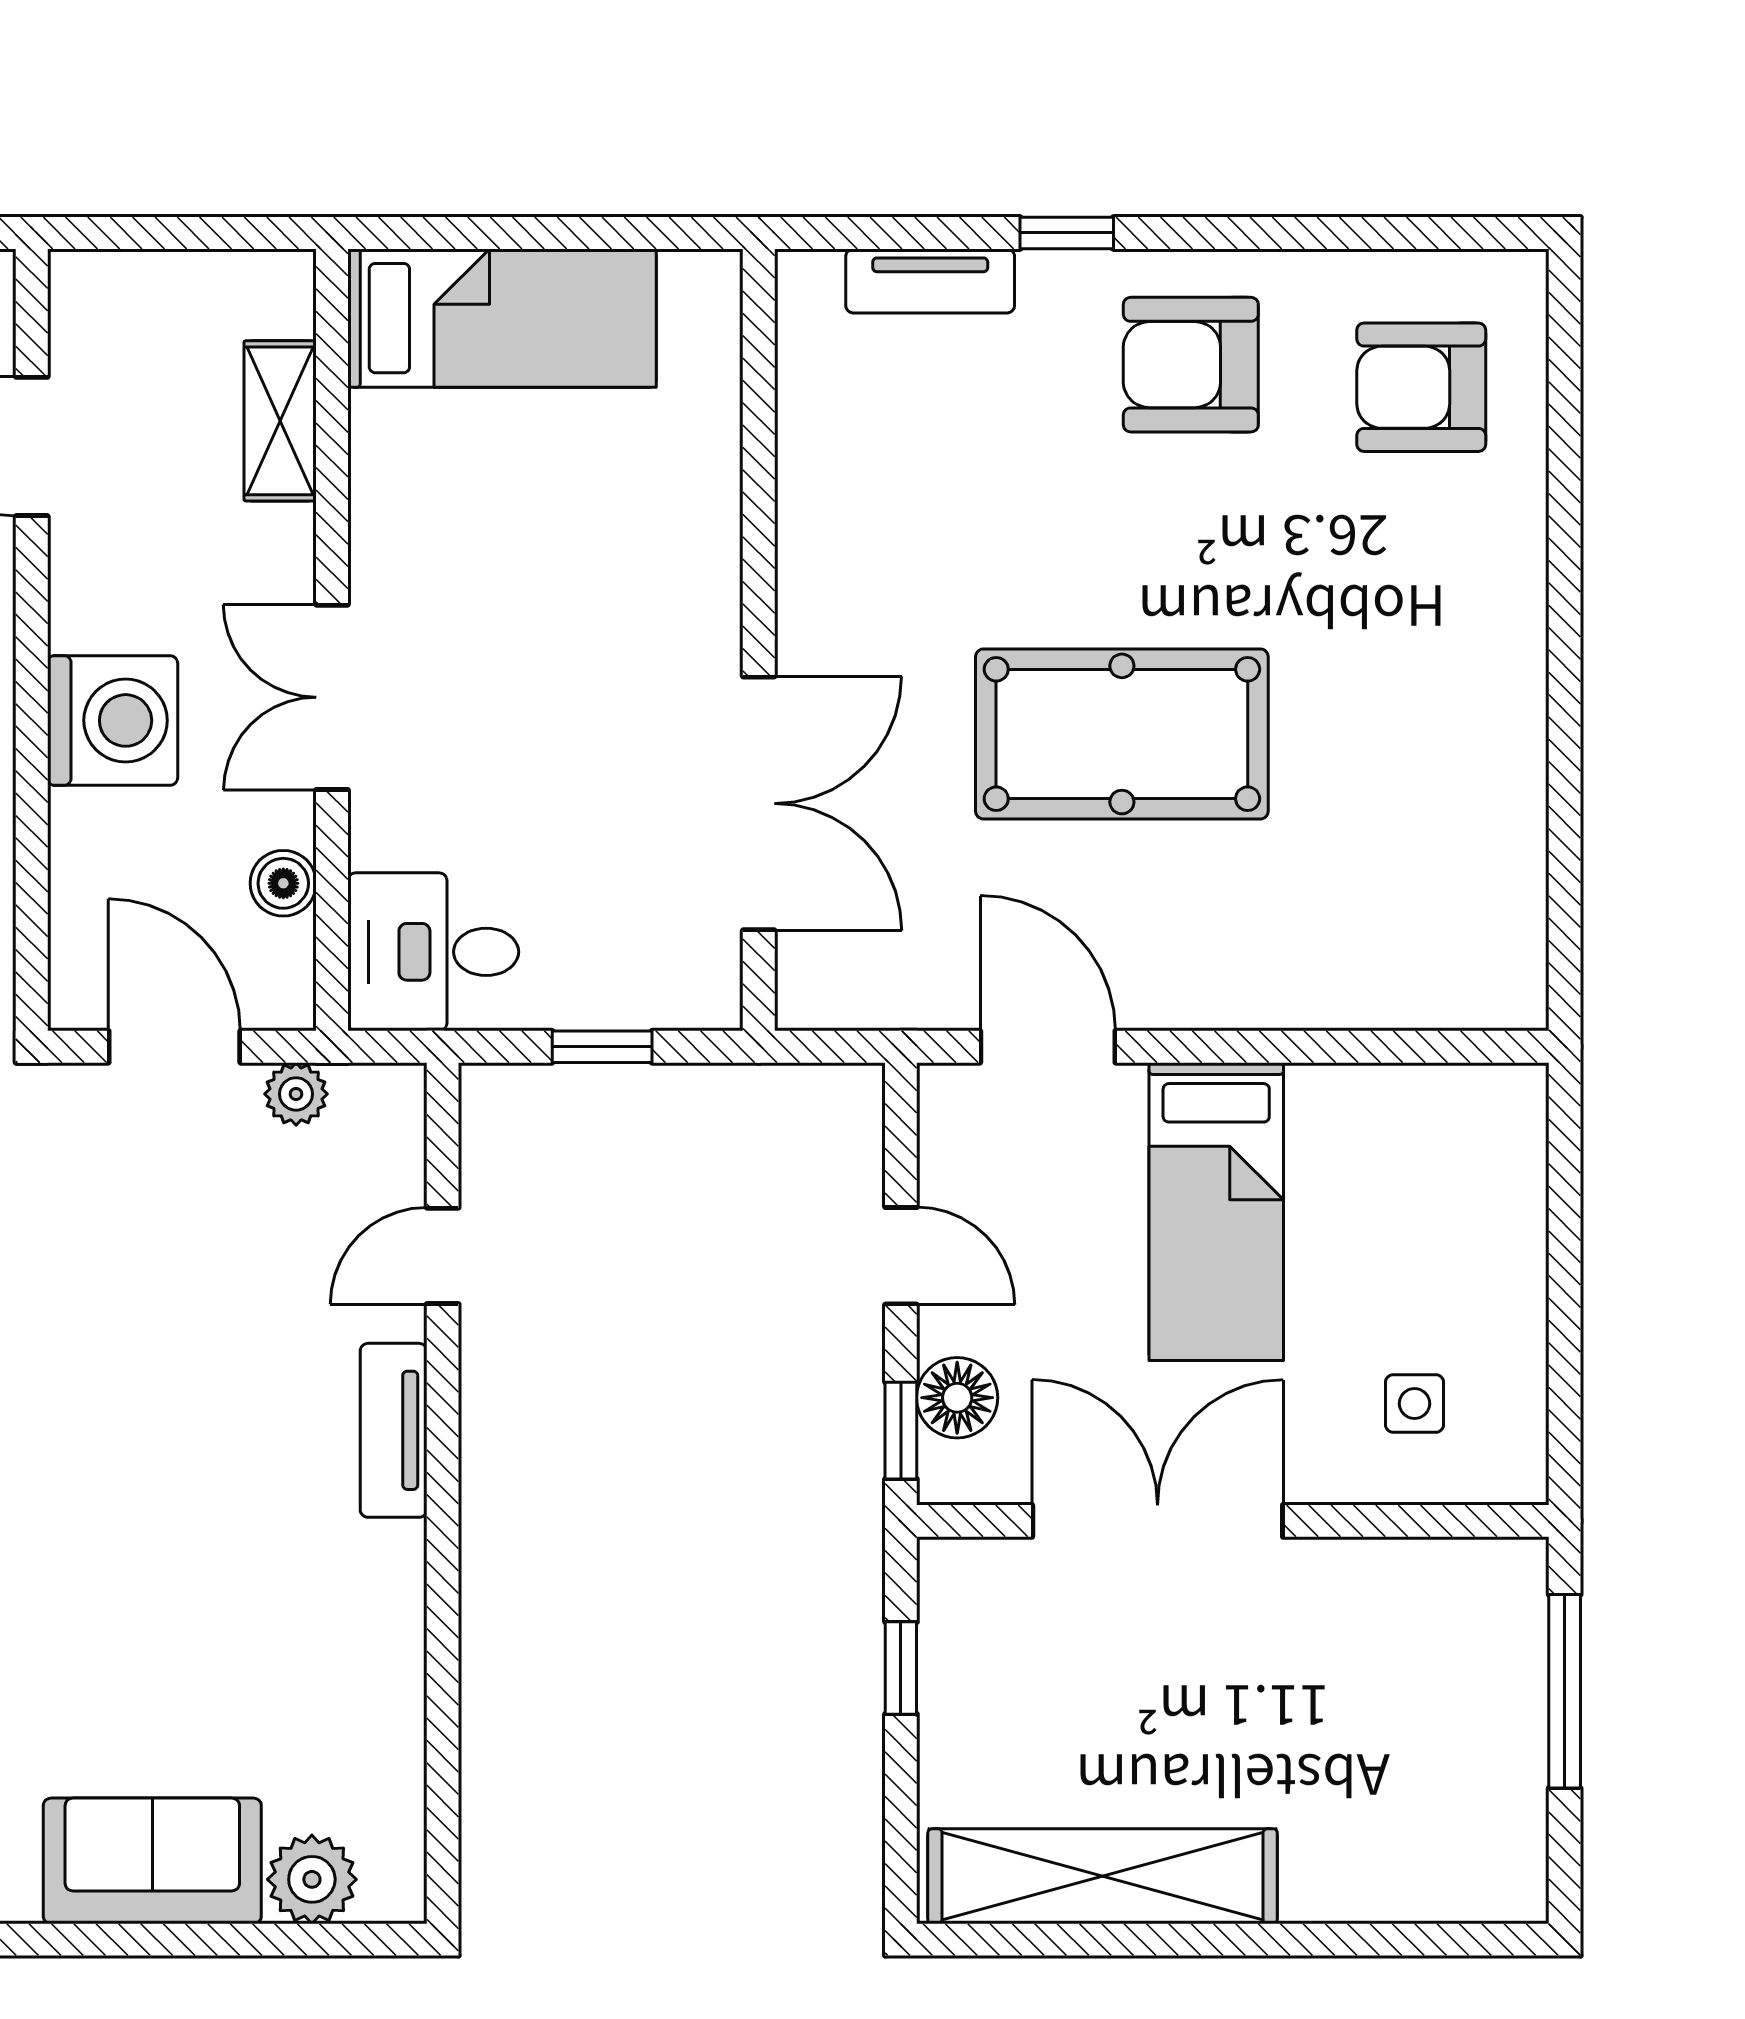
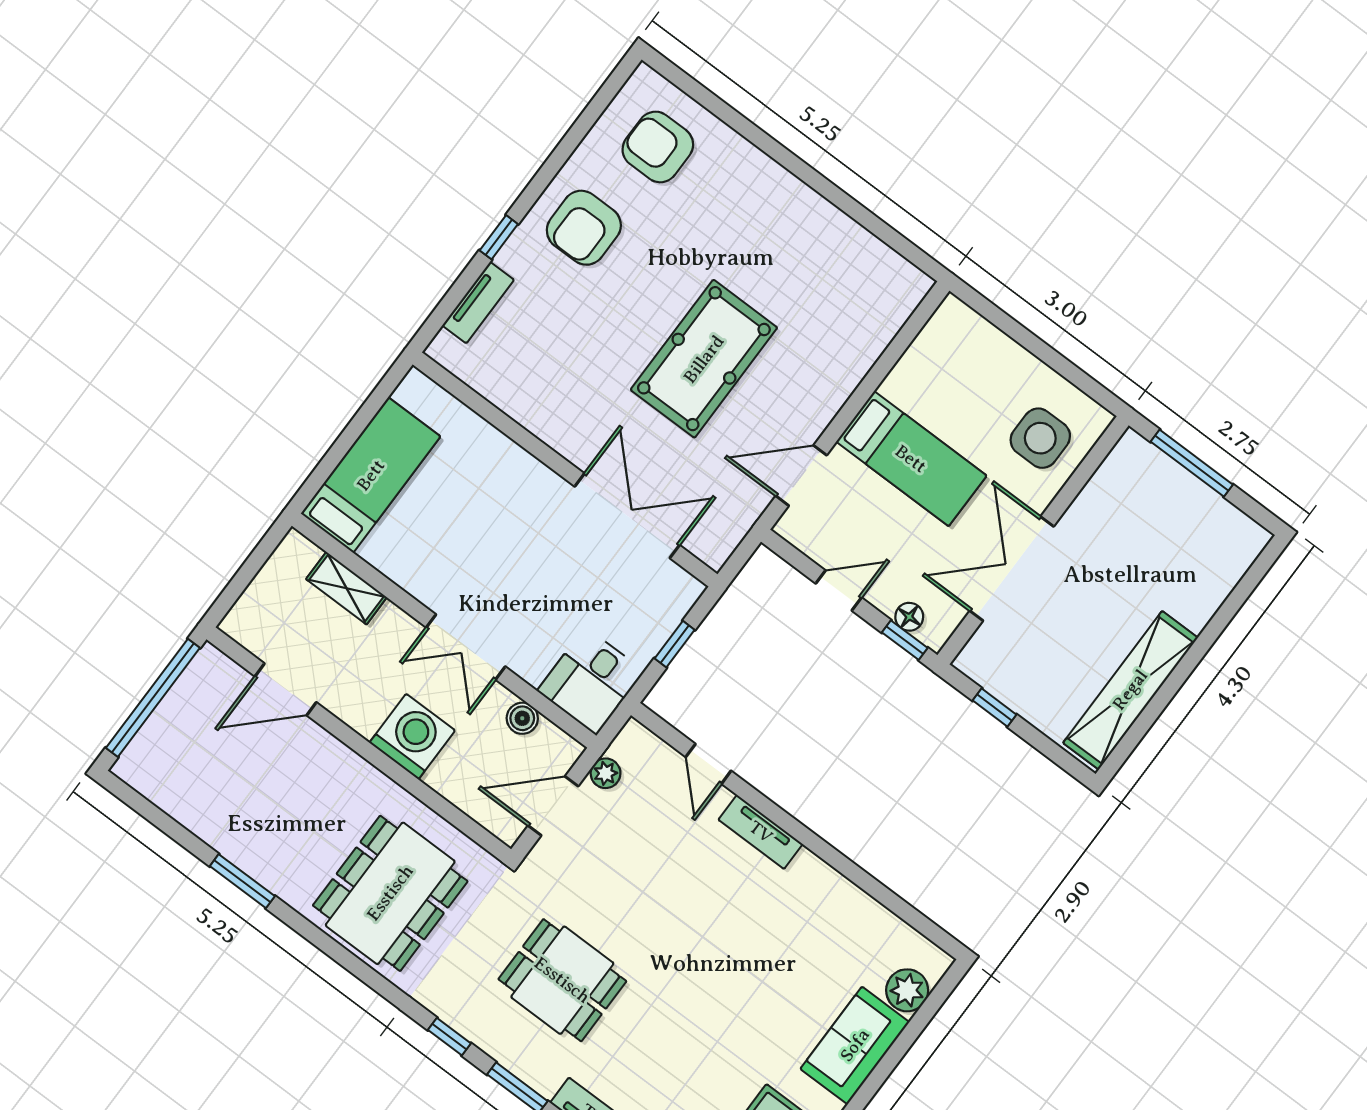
armchair: (1421, 387) -> (658, 147), turned 90
floor lamp: (957, 1398) -> (909, 617), width x0.73, depth x0.73
side table: (1415, 1404) -> (1040, 438), width x1.87, depth x1.87

